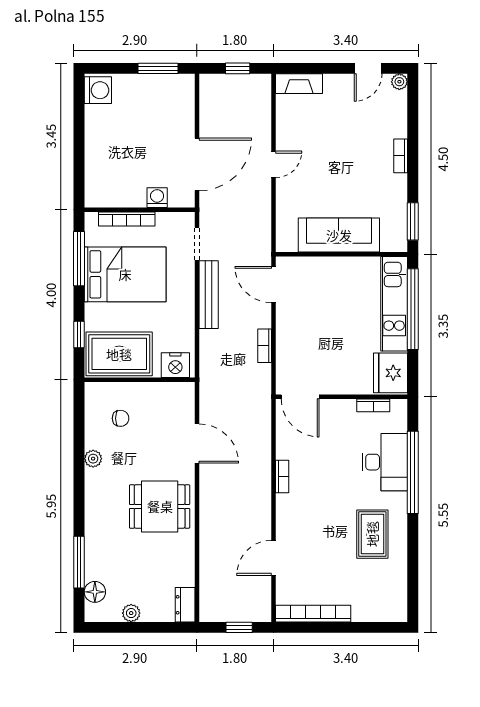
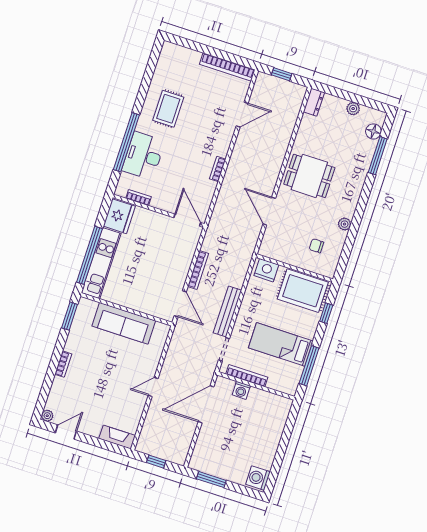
bookcase: (127, 219) -> (247, 376), moved
bed: (125, 274) -> (281, 344), width x0.67
bookcase: (265, 346) -> (198, 270), width x1.56

